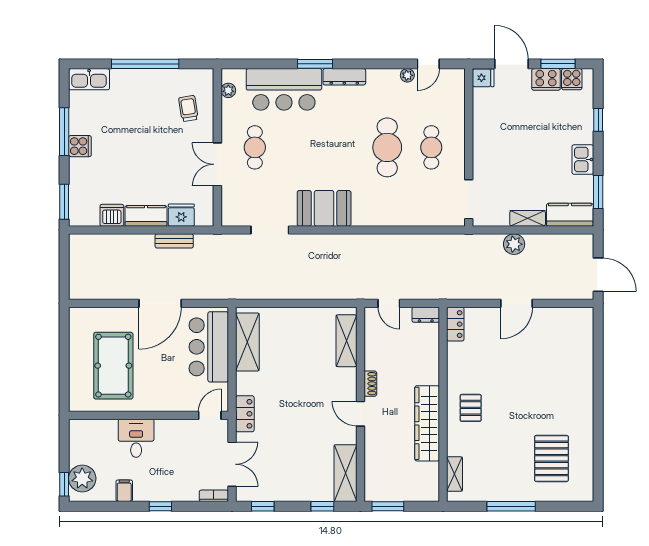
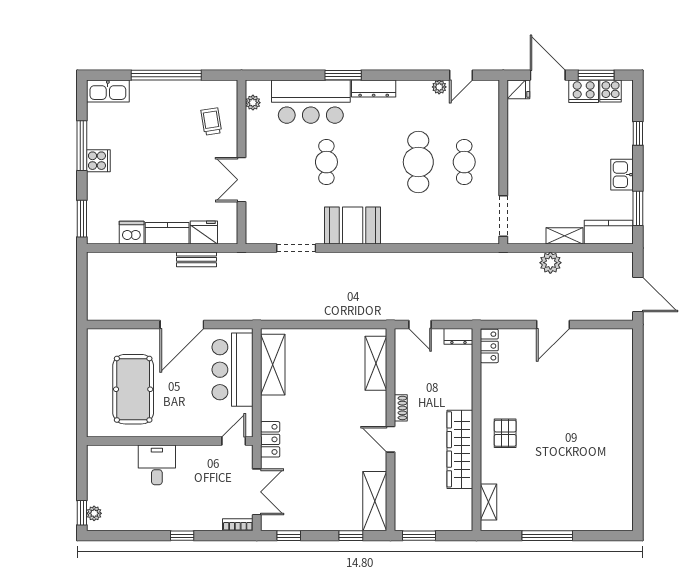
cafe table: (255, 147) -> (326, 162), moved
pallet: (552, 458) -> (589, 486), removed
plant: (82, 478) -> (94, 513), width x0.53, depth x0.53
filing cabinet: (124, 491) -> (145, 519), removed

